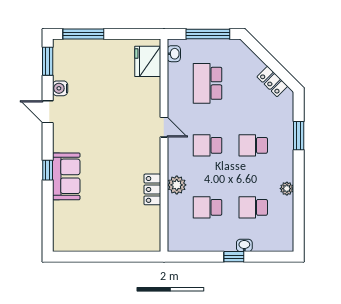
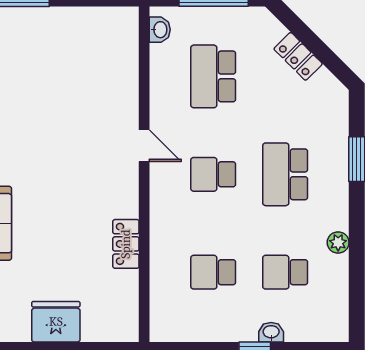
fridge: (148, 61) -> (56, 322), moved, turned 90
locker: (272, 81) -> (298, 56), moved
school desk: (253, 145) -> (285, 174), width x1.85
plant: (177, 185) -> (164, 237), removed

